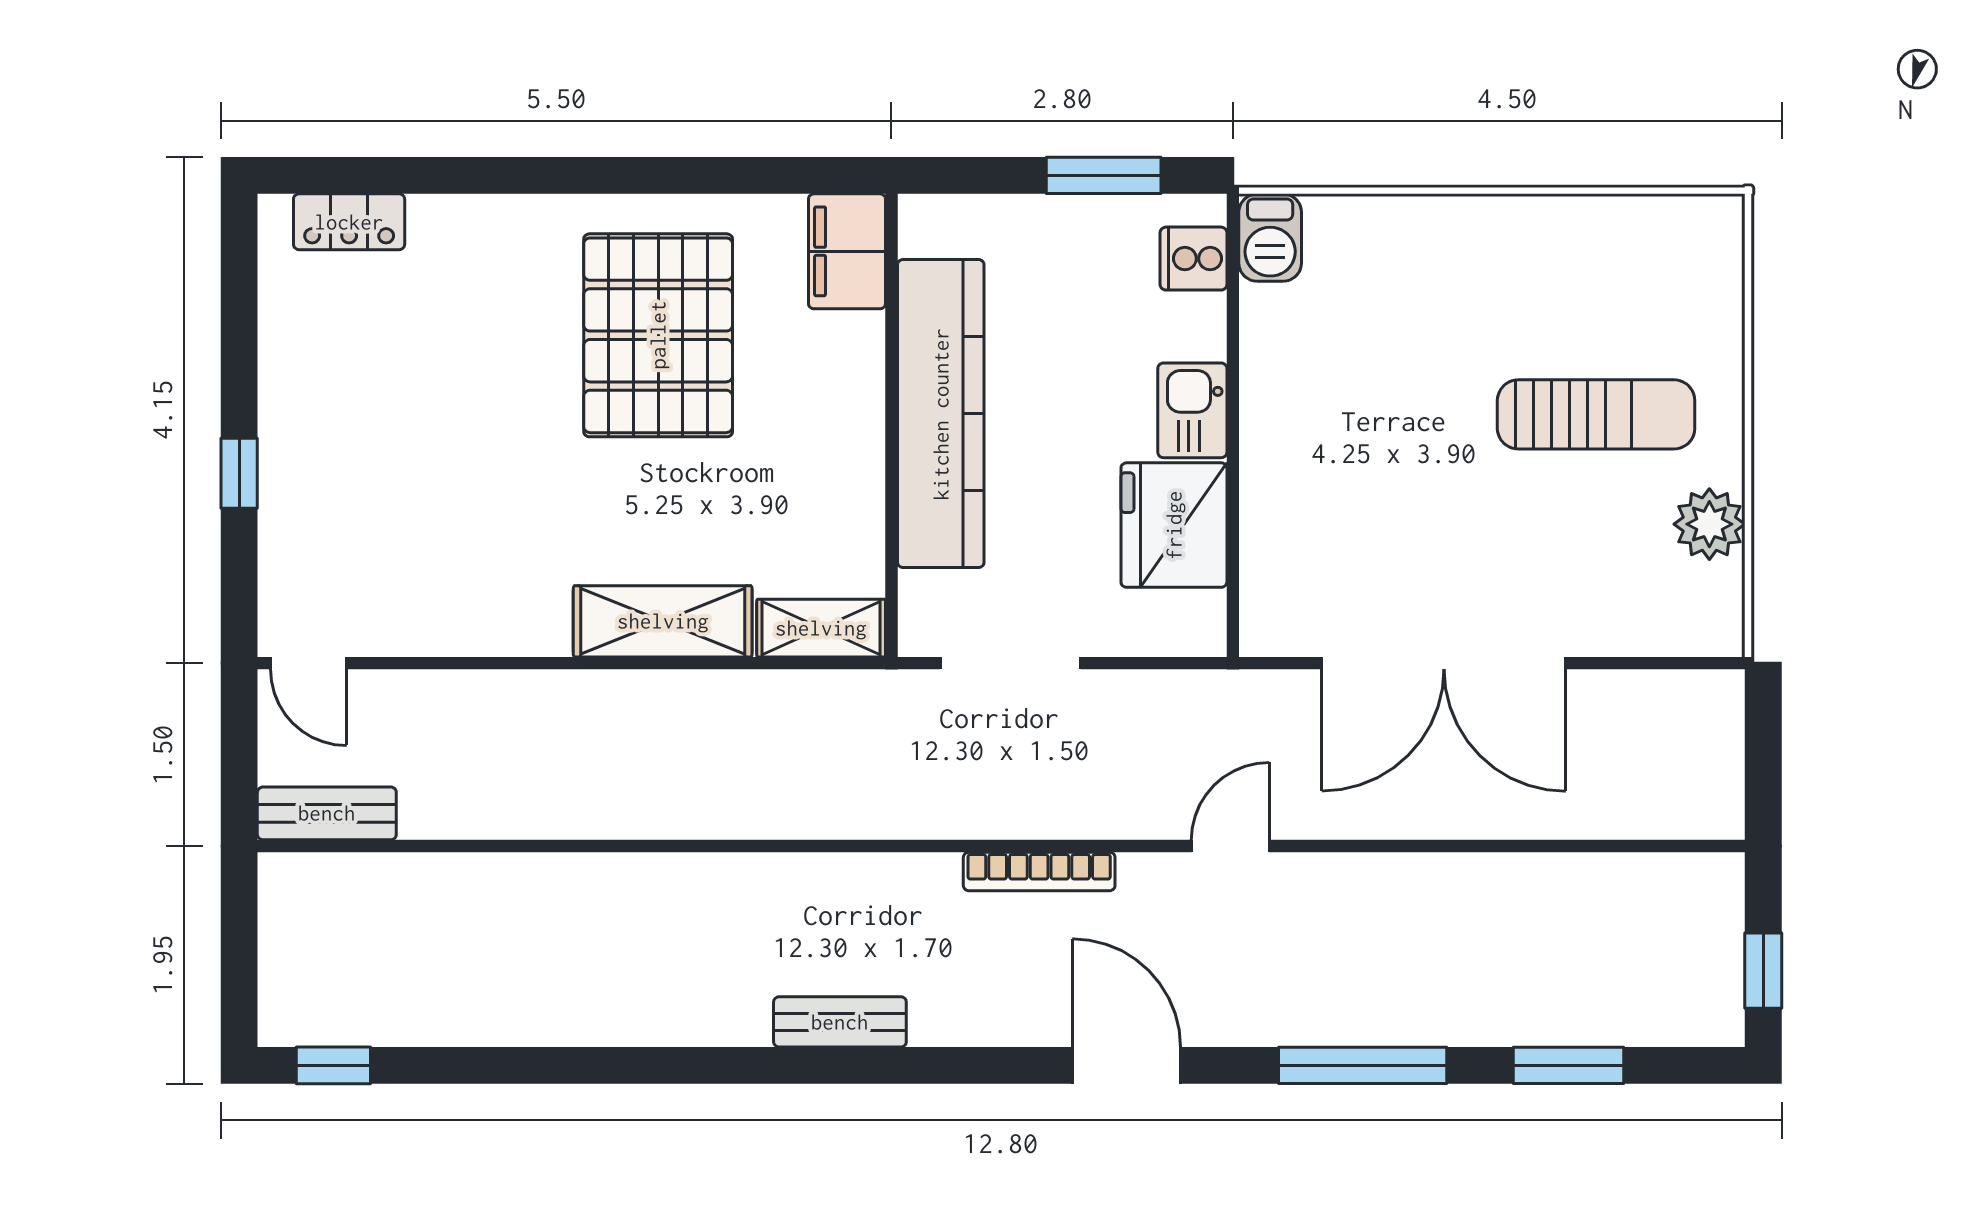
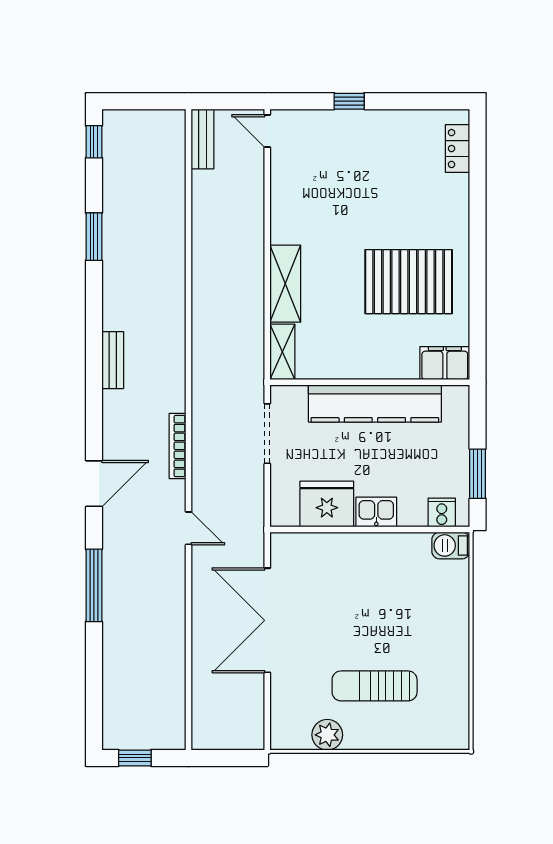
sun lounger: (1596, 414) -> (375, 686), turned 90
door: (308, 663) -> (267, 131), hinge flipped
window: (1569, 1065) -> (94, 237), moved

